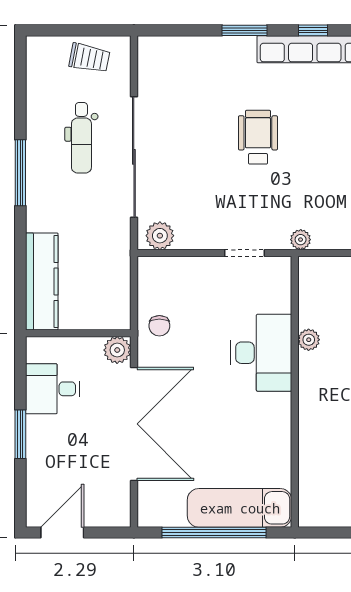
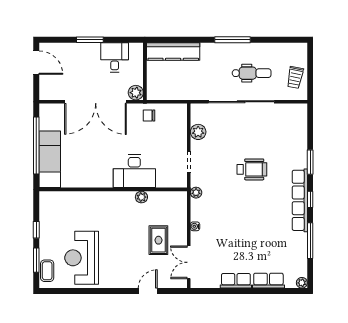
dental chair: (81, 138) -> (252, 73), turned 180
plant: (160, 236) -> (198, 132), moved

